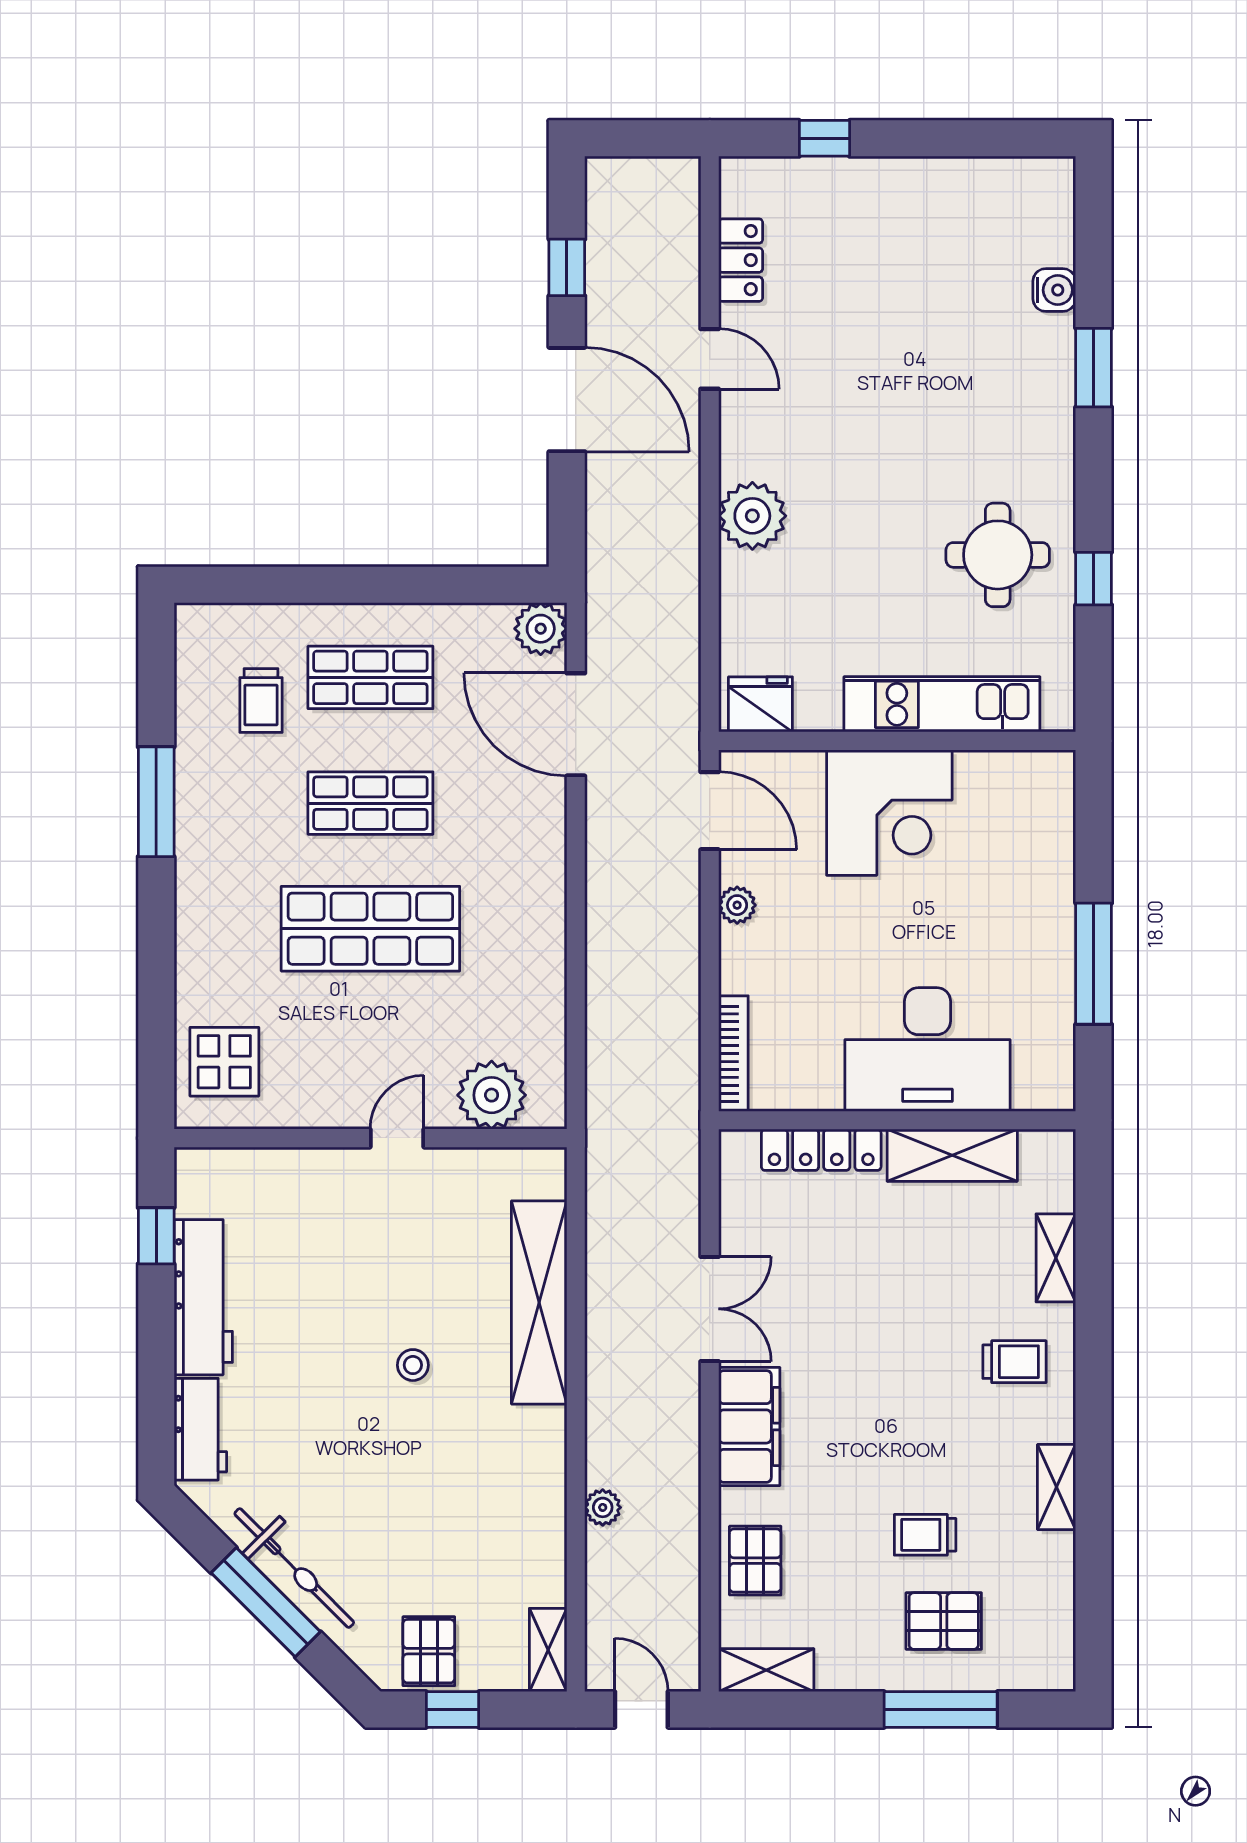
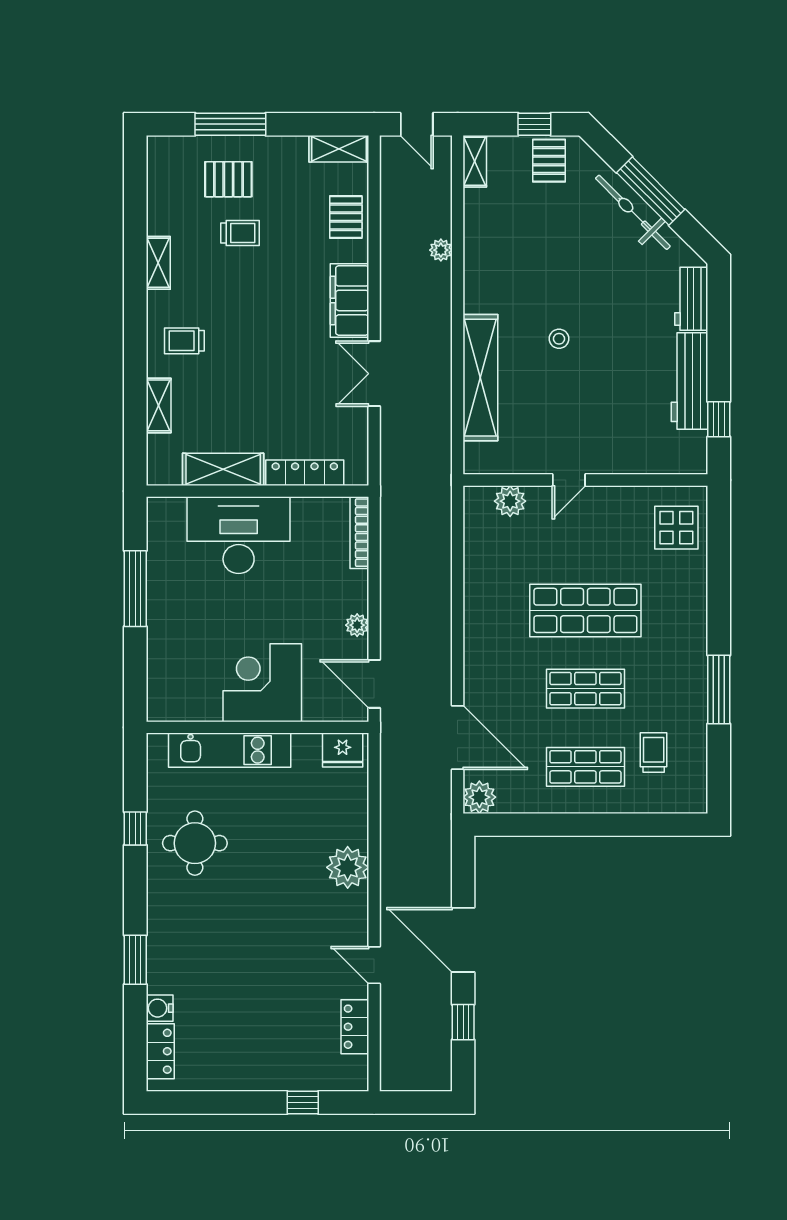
locker: (1053, 221) -> (160, 1051), added
plant: (492, 1095) -> (510, 501), width x0.73, depth x0.73

